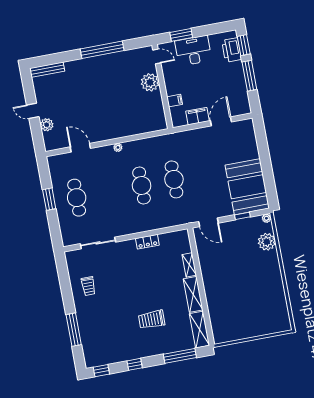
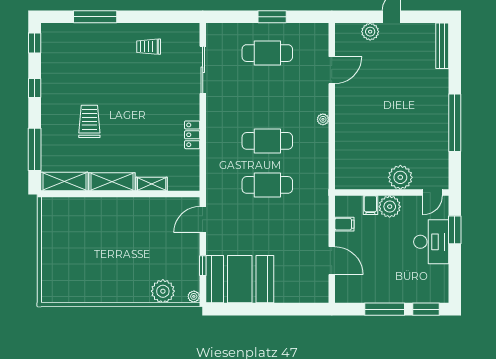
printer: (232, 50) -> (423, 292), removed
plant: (173, 86) -> (390, 207), added
filing cabinet: (197, 116) -> (344, 224), width x0.50

